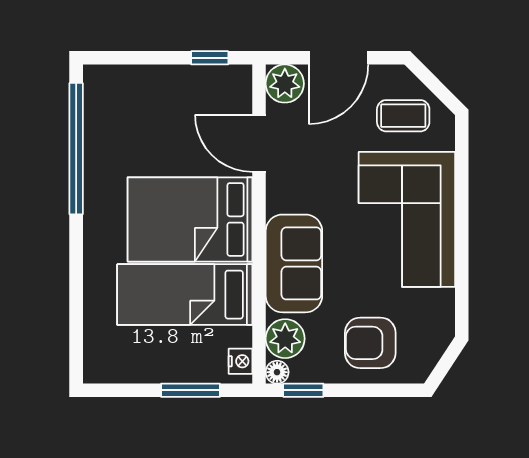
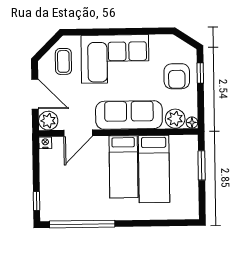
window: (210, 58) -> (37, 201), moved
bed: (190, 219) -> (123, 167), width x0.67
sofa: (294, 263) -> (129, 115), width x1.36
nightstand: (240, 361) -> (45, 143), moved
window: (303, 390) -> (200, 73), moved

